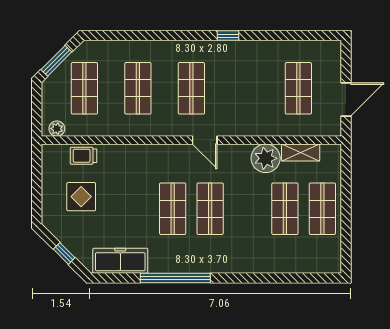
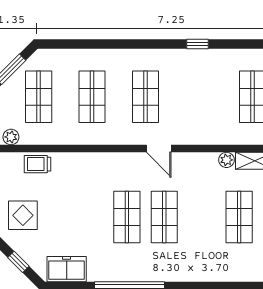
window: (228, 36) -> (198, 44), moved
plant: (266, 158) -> (226, 160), width x0.53, depth x0.53
display table: (81, 197) -> (23, 215), moved
freezer: (120, 261) -> (67, 269), width x0.71

